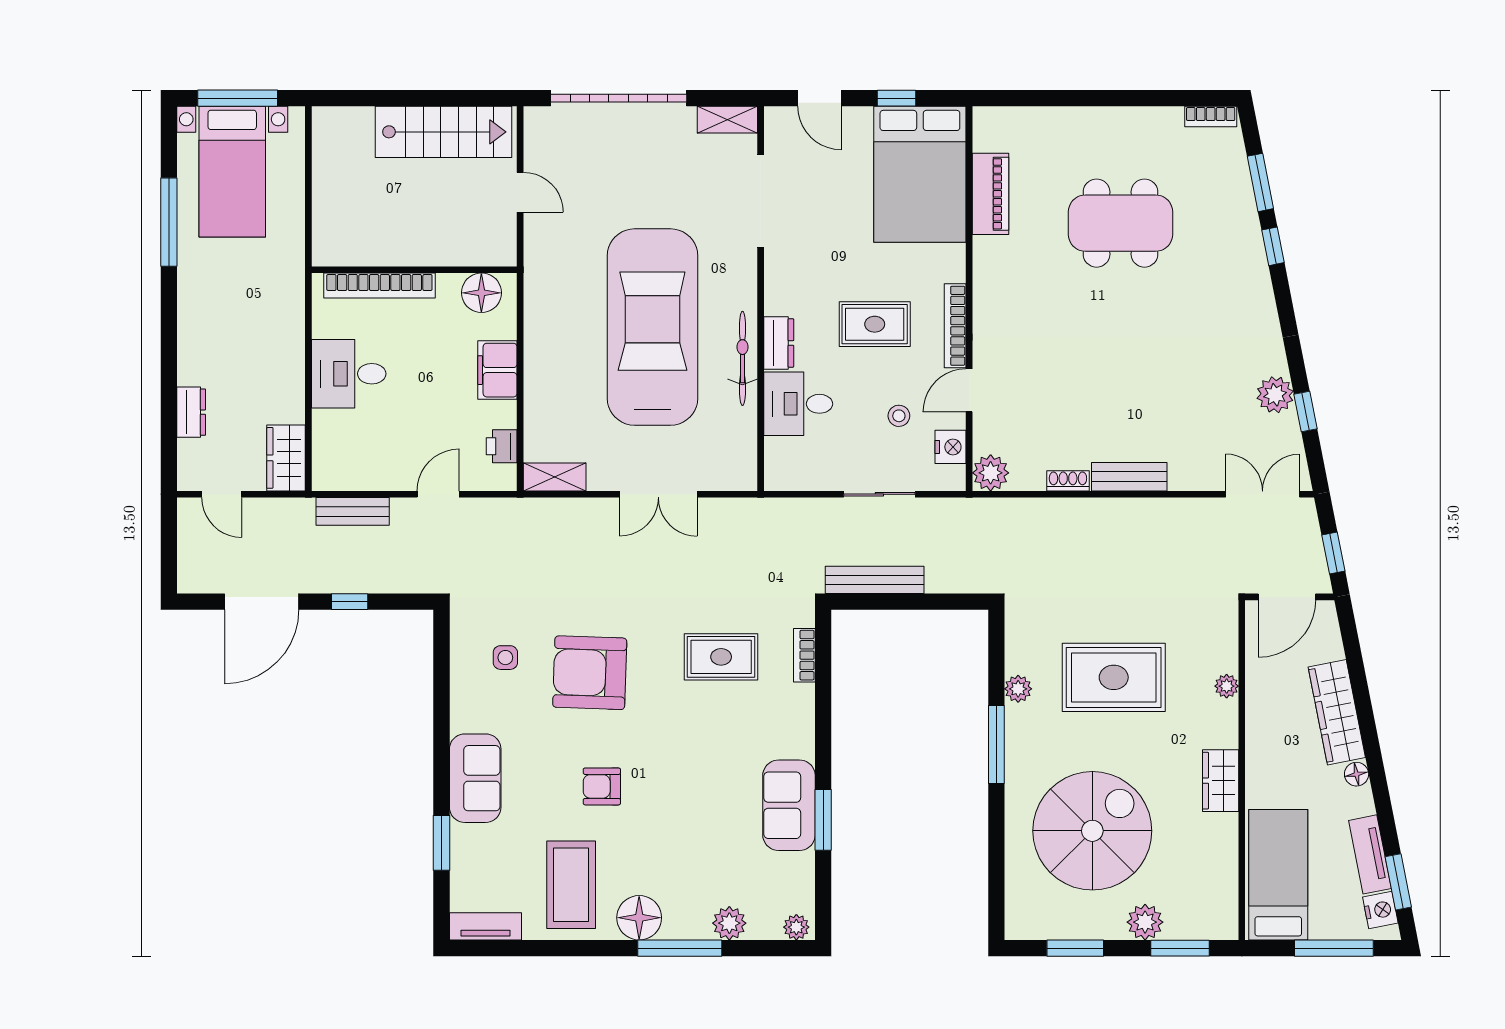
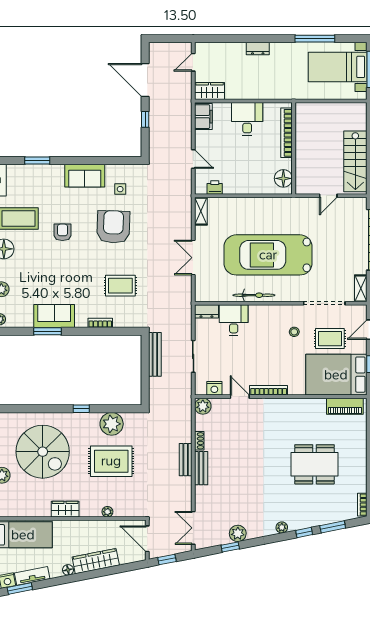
piano: (991, 194) -> (345, 406), moved
dining table: (1120, 223) -> (315, 464), turned 90
plant: (1262, 296) -> (282, 527), added
rug: (875, 324) -> (330, 339), moved, turned 90
car: (652, 327) -> (268, 255), turned 180
dresser: (779, 343) -> (206, 311), moved
filing cabinet: (497, 370) -> (203, 117), moved, turned 90
dresser: (191, 412) -> (258, 49), moved
stool: (899, 416) -> (294, 332), moved
double door: (1263, 494) -> (193, 528), swing flipped
bench: (353, 511) -> (186, 460), moved
bookcase: (804, 655) -> (100, 323), moved
rug: (721, 657) -> (120, 286), turned 90
rug: (1114, 677) -> (111, 461), turned 90
plant: (1018, 689) -> (112, 424), width x1.87, depth x1.87
window: (996, 745) -> (81, 409), width x0.46
sofa: (475, 778) -> (85, 176), moved

